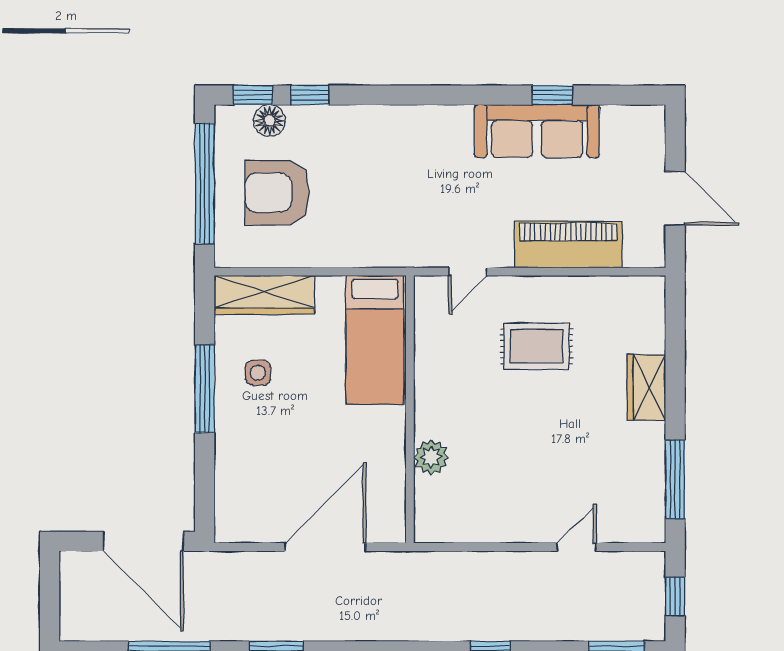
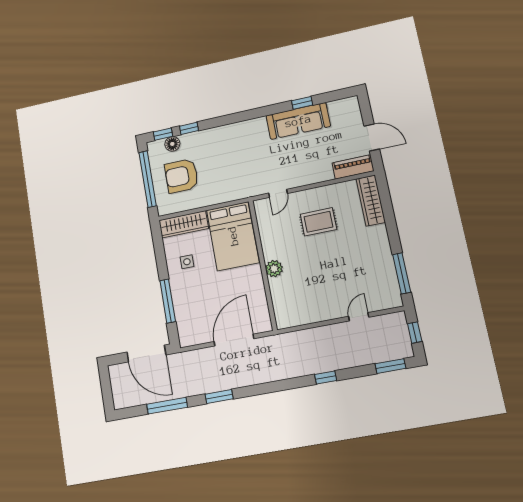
piano: (568, 245) -> (353, 167), moved, width x0.73, depth x0.75
bed: (375, 340) -> (233, 236), width x1.50
wardrobe: (646, 387) -> (371, 201), moved, width x1.50
window: (205, 389) -> (168, 301), moved
plant: (431, 457) -> (274, 269), moved

